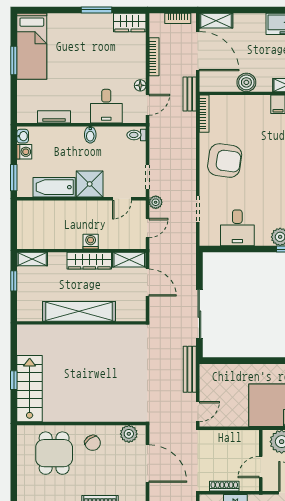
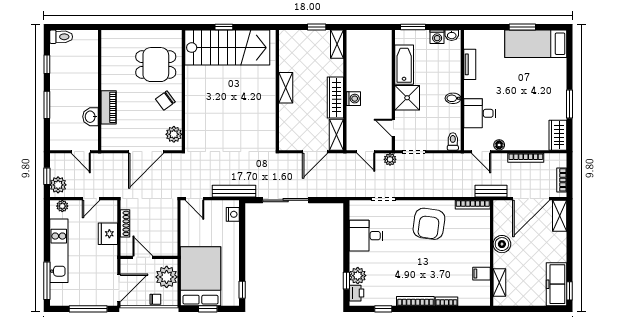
shelving: (79, 311) -> (286, 88), width x0.45, depth x0.75
nightstand: (214, 371) -> (233, 214), added
stairs: (30, 389) -> (227, 48), width x1.36, depth x1.51

